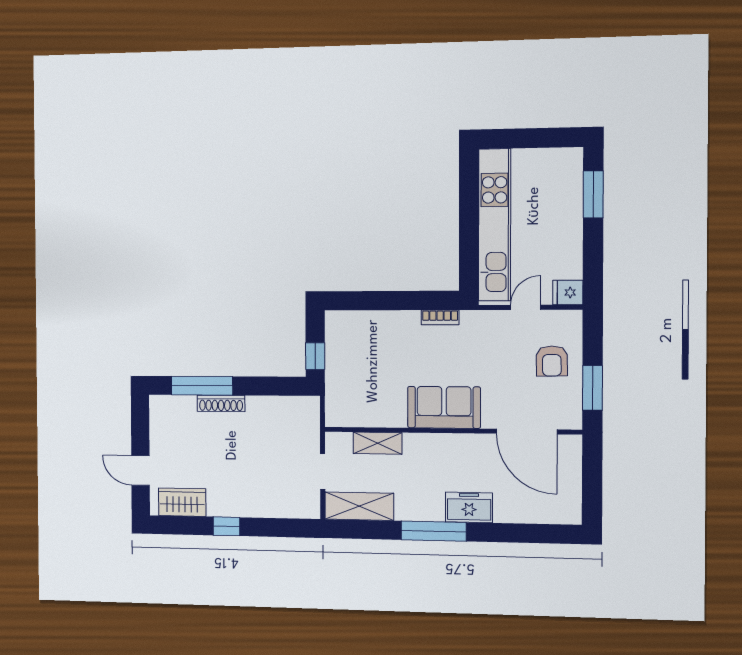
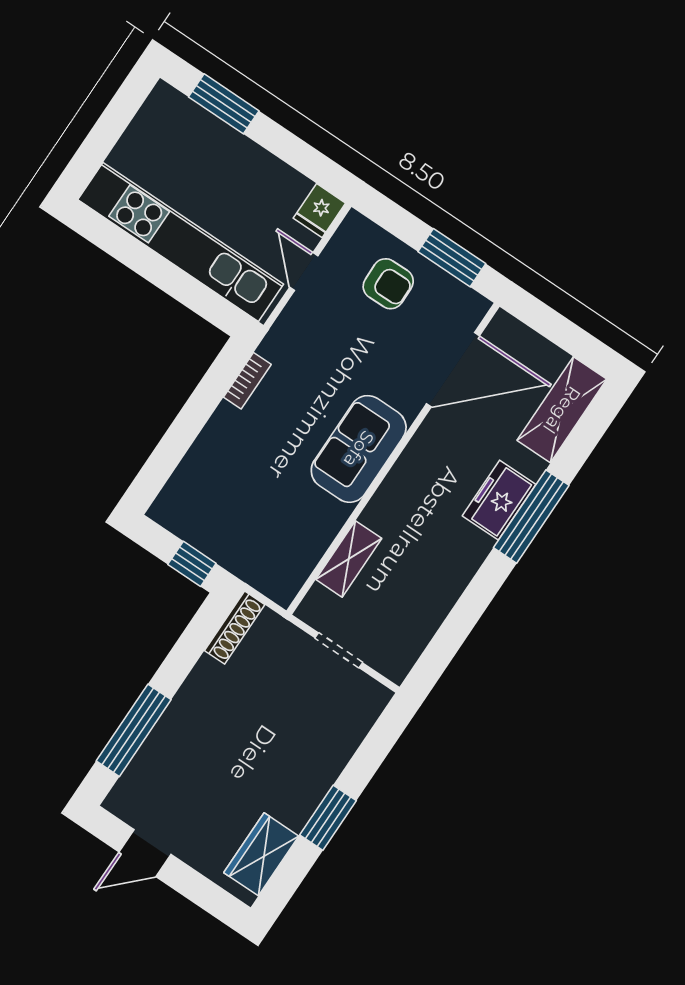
shoe rack: (221, 403) -> (235, 628), moved
door: (140, 470) -> (145, 853), moved
shelving: (359, 506) -> (562, 410), moved
window: (227, 526) -> (328, 818), width x1.50
window: (434, 531) -> (531, 517), moved

